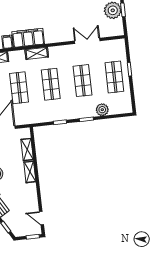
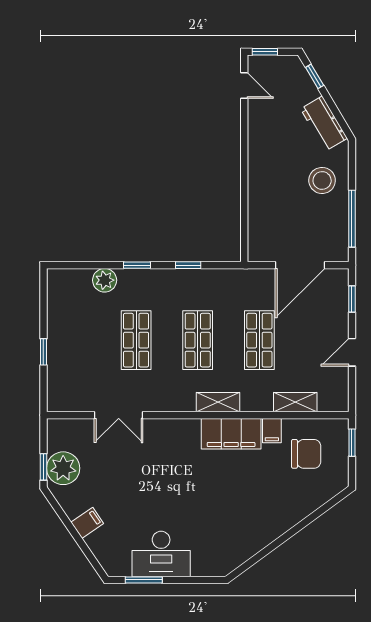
shop shelf: (114, 77) -> (74, 340), removed
shelving: (27, 150) -> (257, 220), removed
shelving: (30, 172) -> (257, 177), removed

